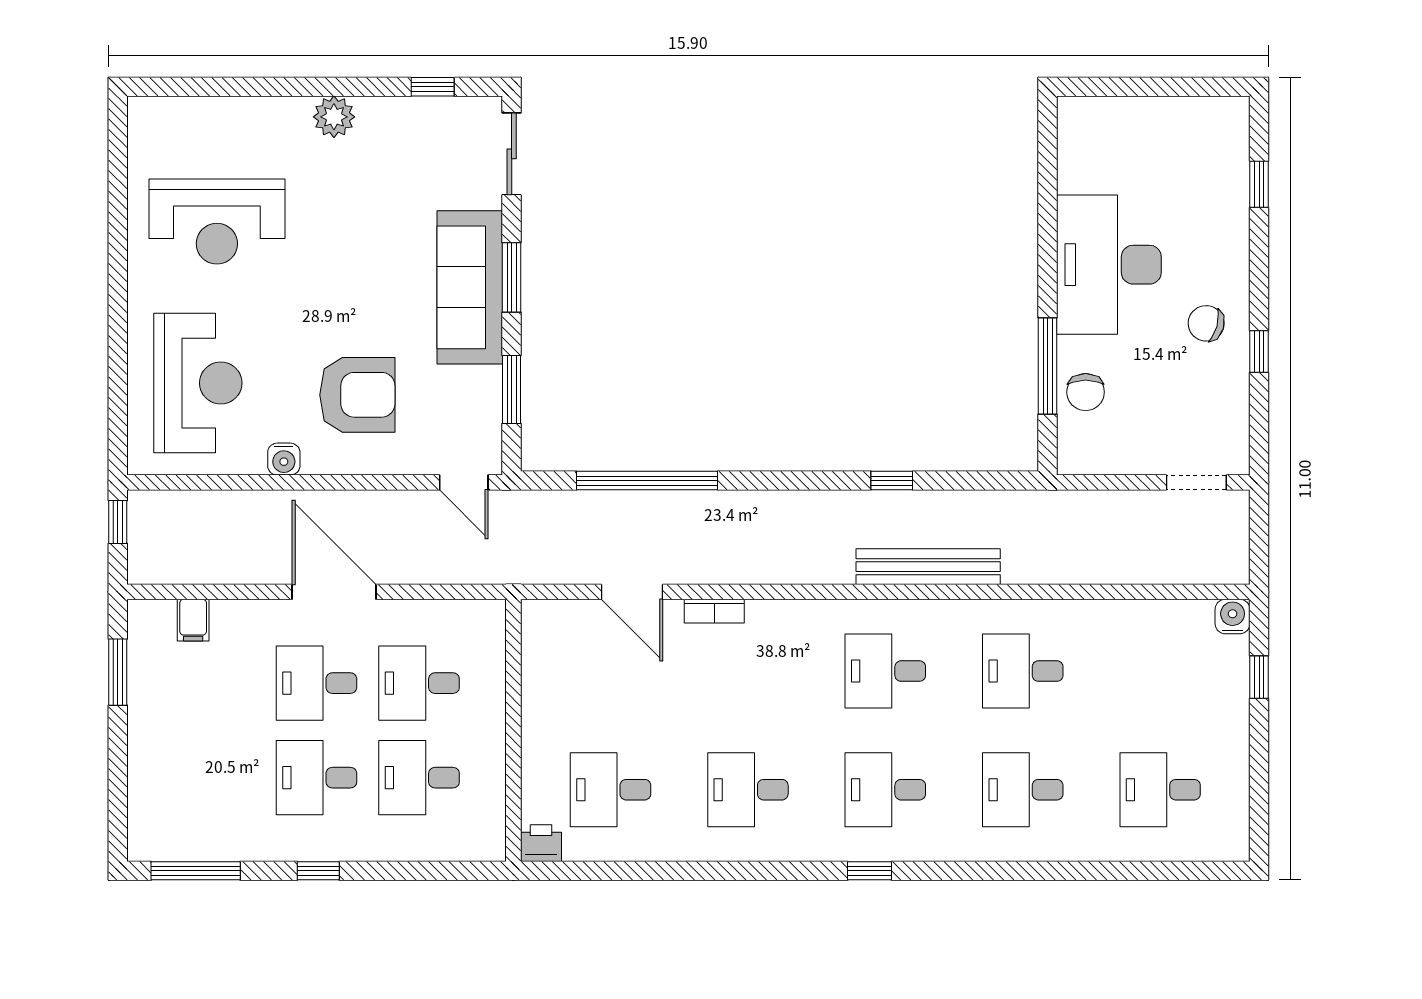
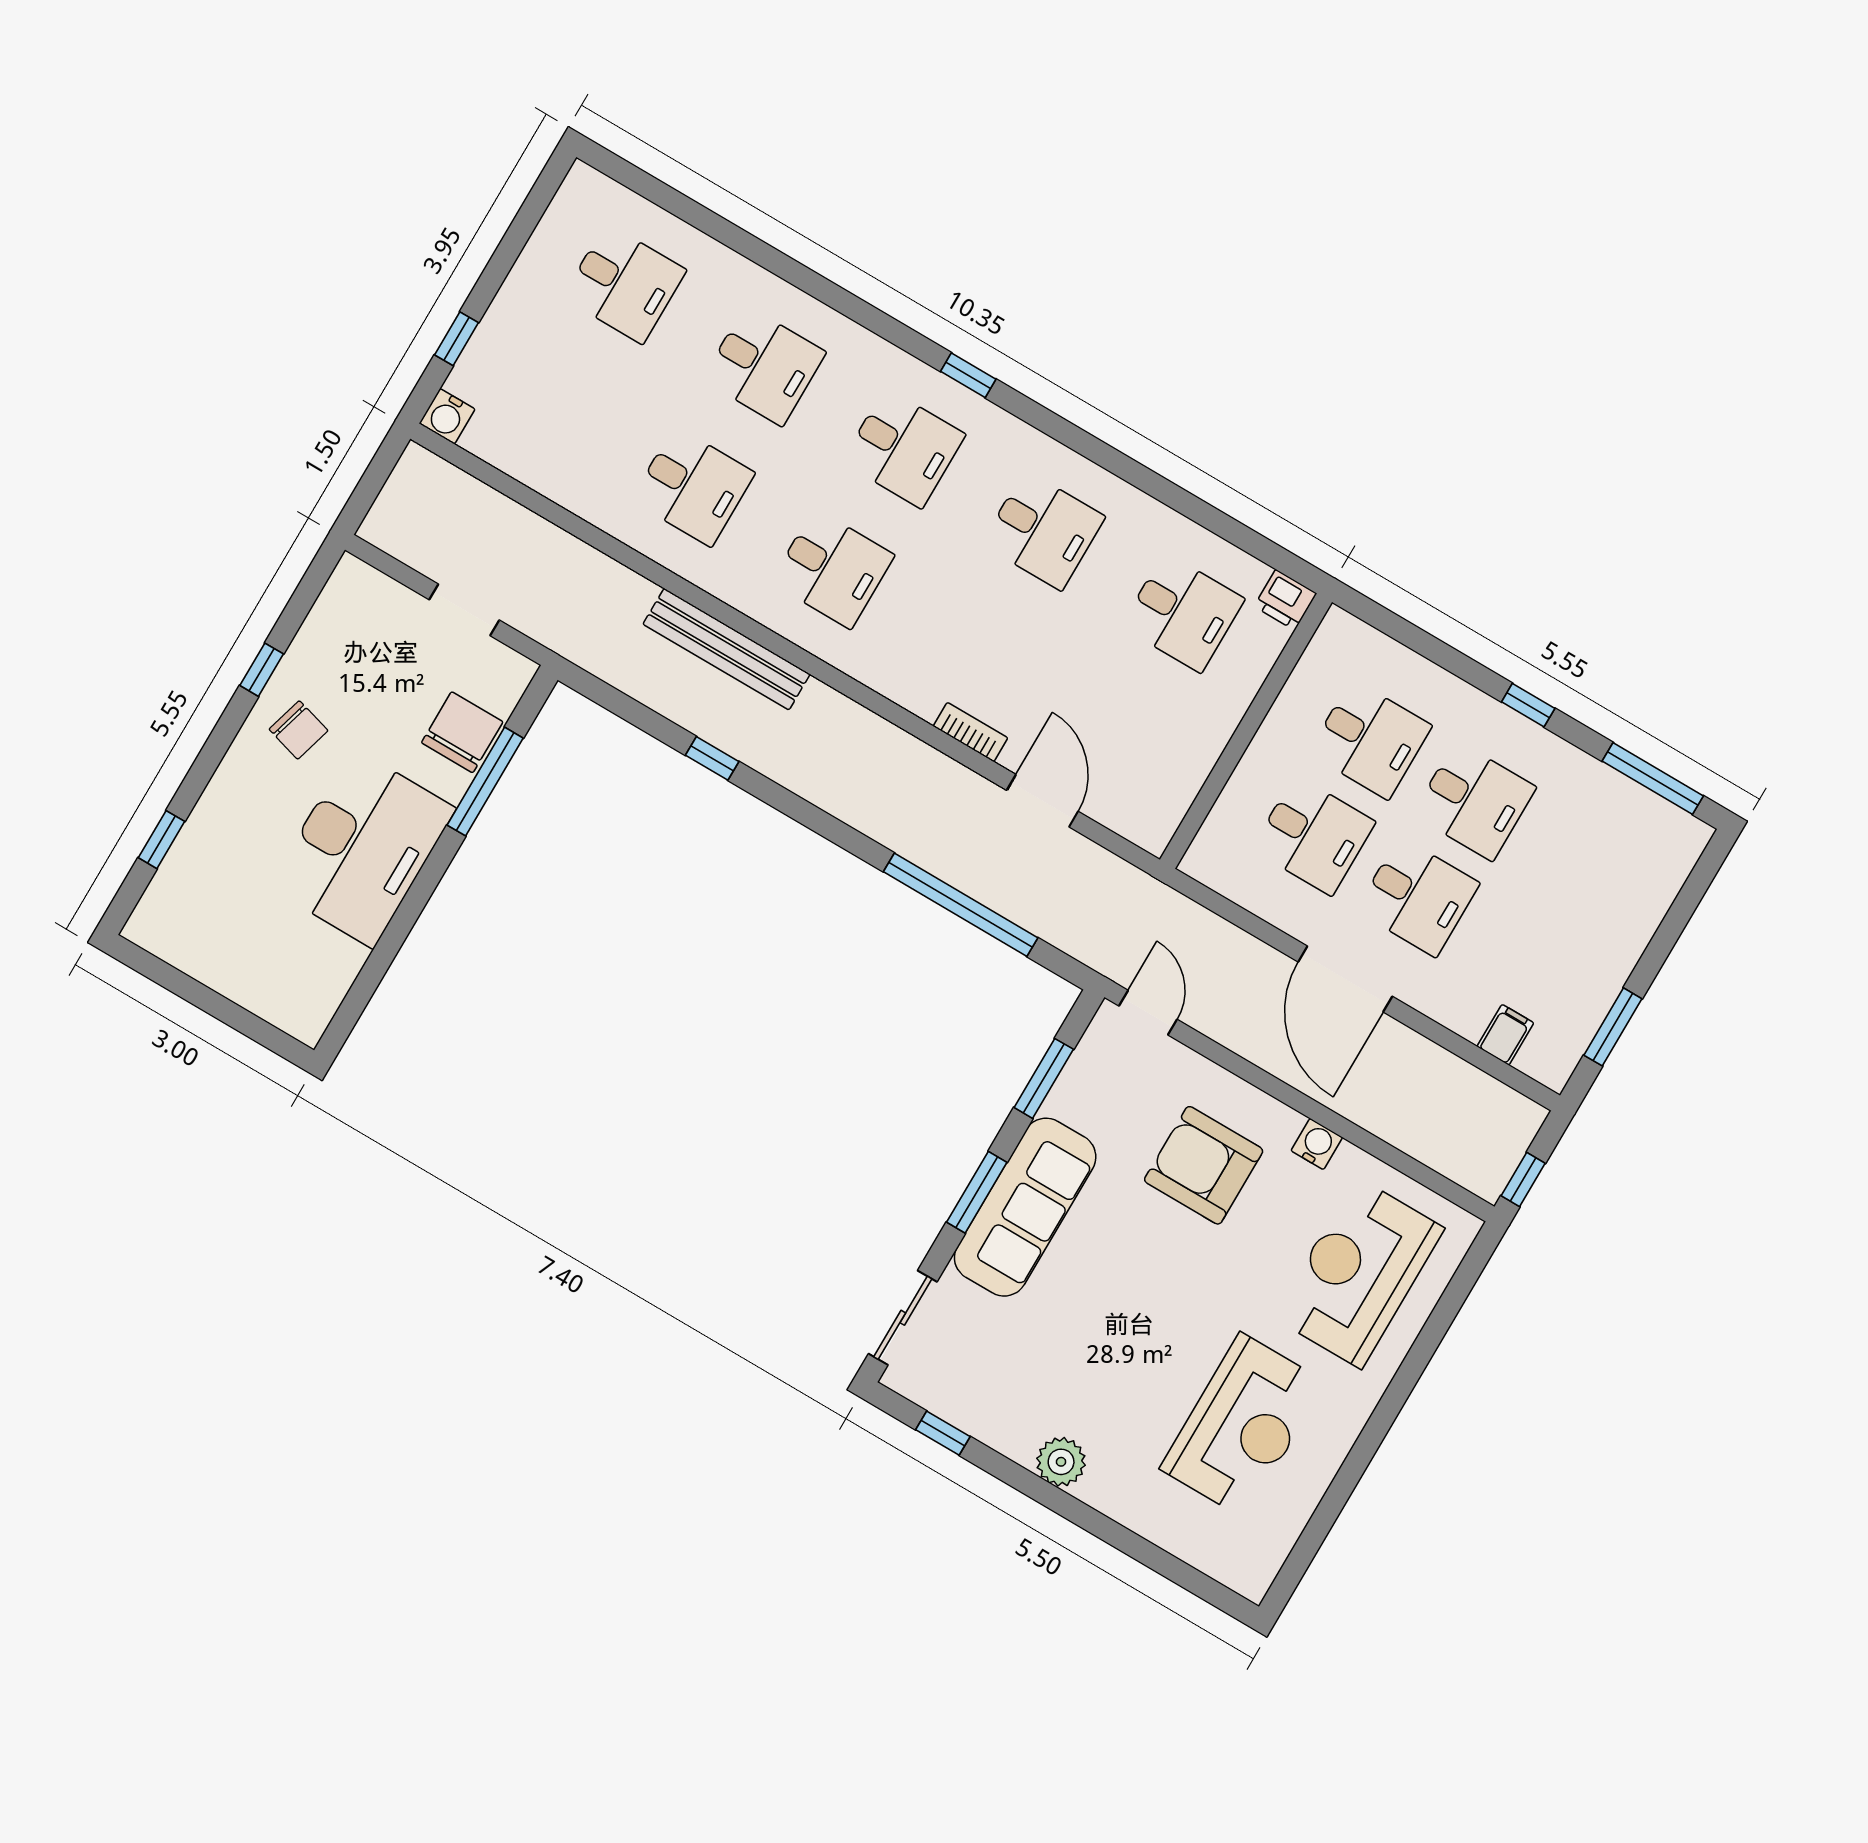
reception desk: (217, 222) -> (1243, 1425), turned 90
chair: (1086, 392) -> (462, 732), width x1.37, depth x1.37
doorway: (1196, 482) -> (464, 610), moved

